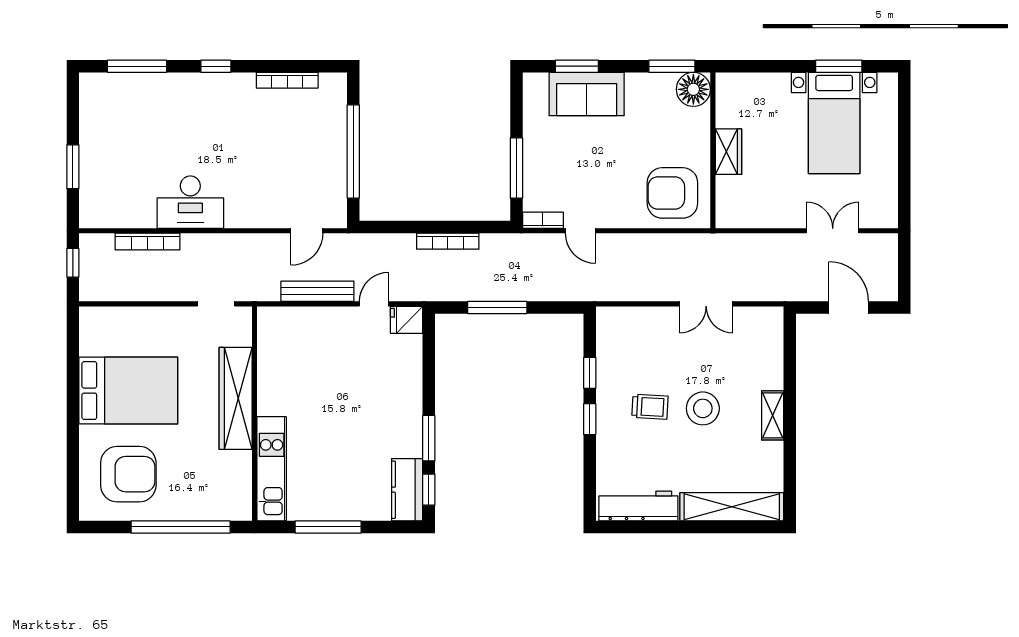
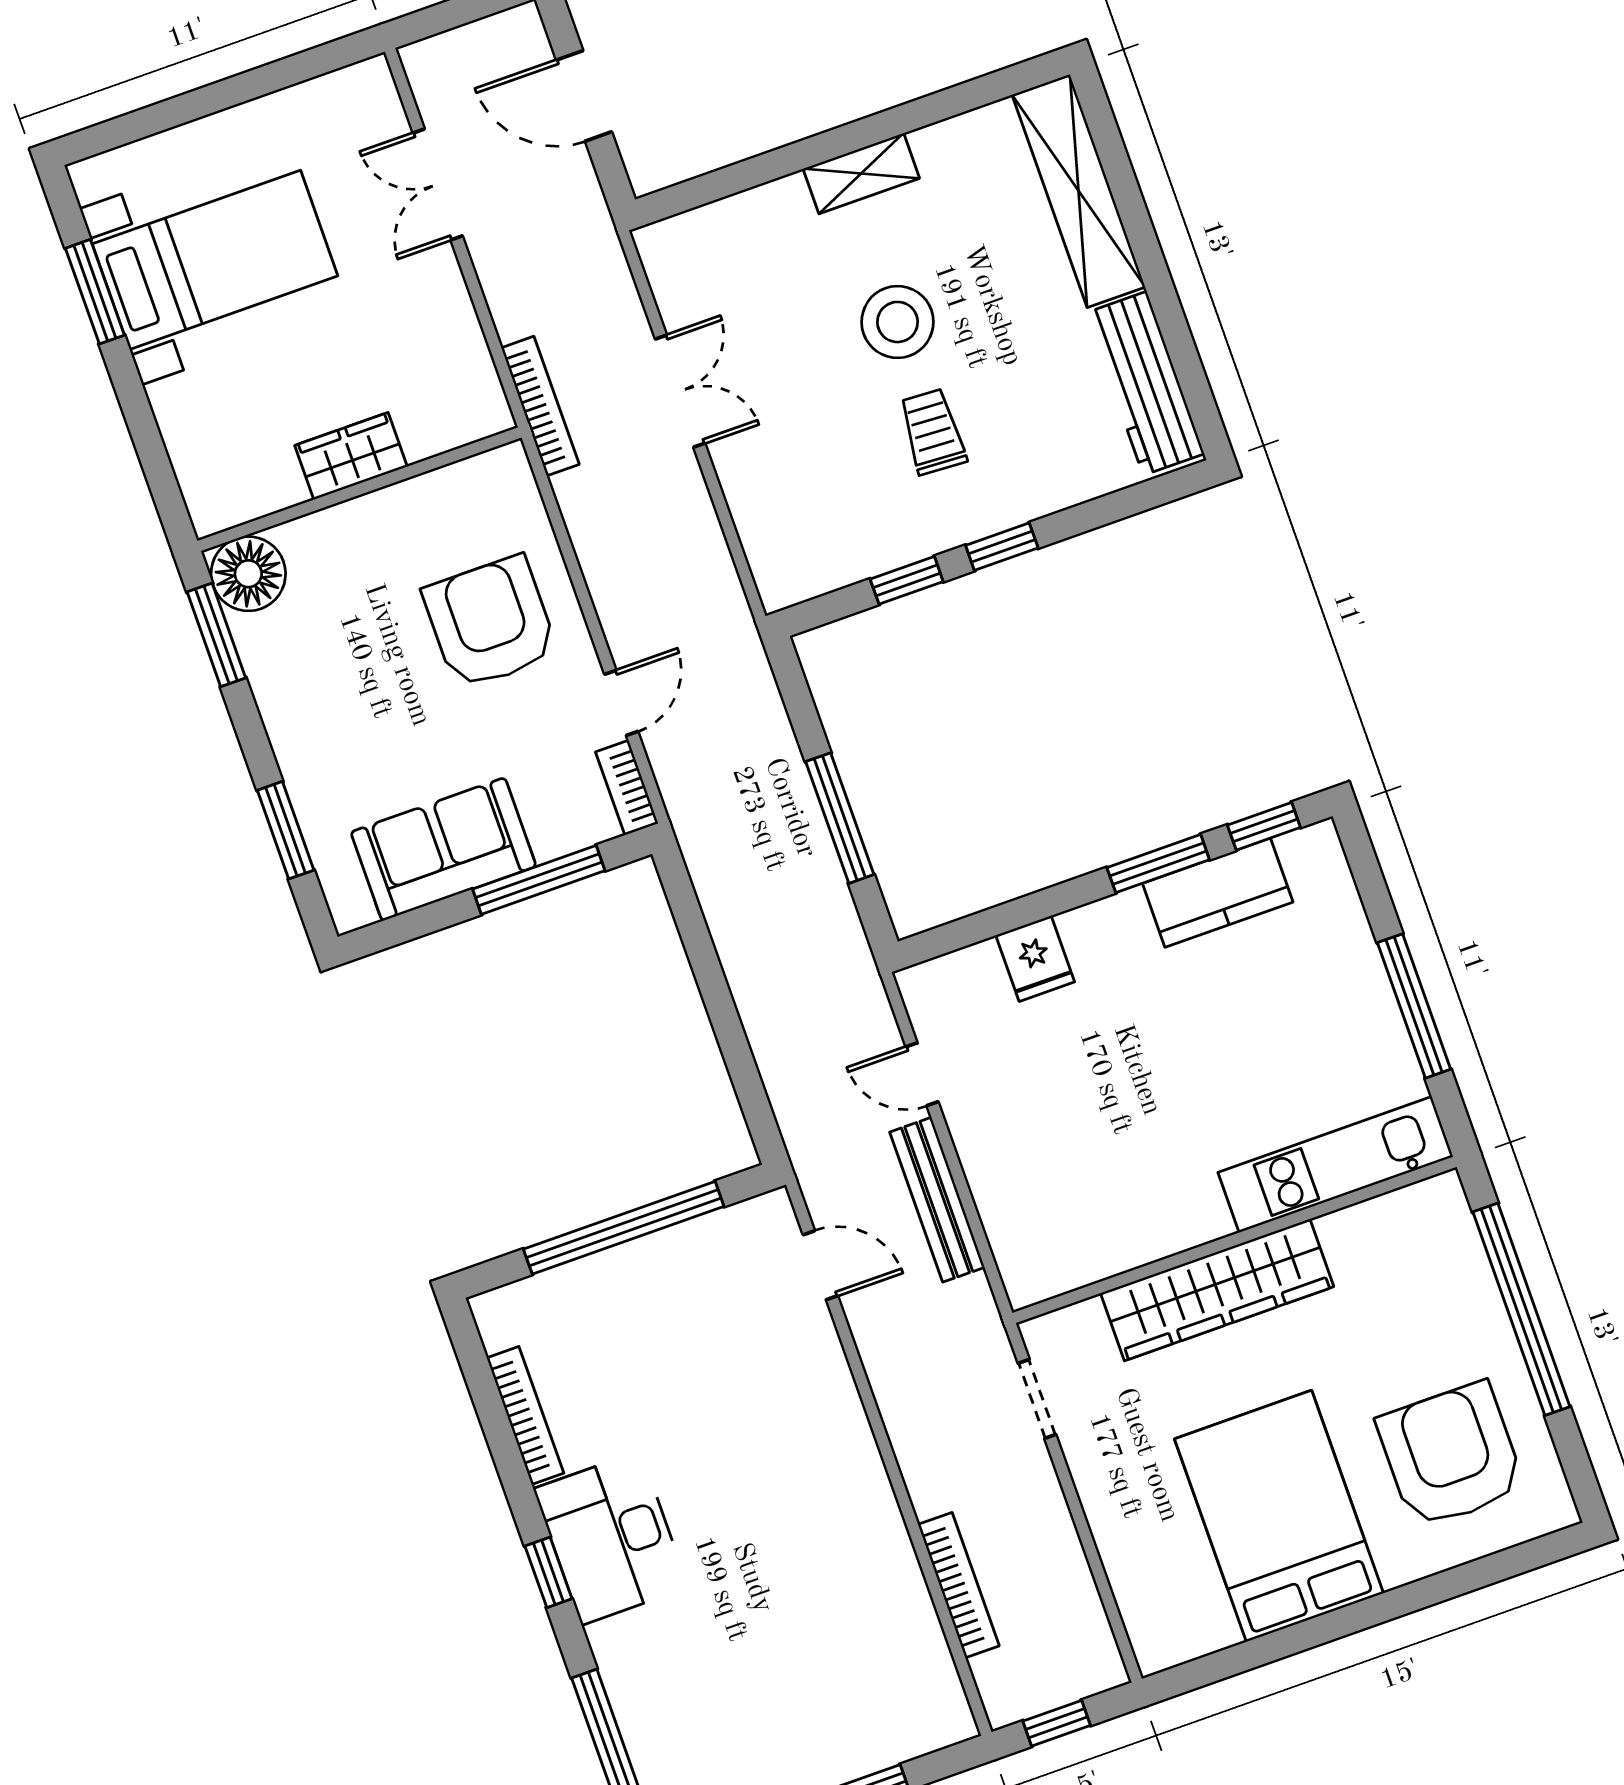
sofa: (587, 94) -> (443, 849), moved, turned -90
armchair: (672, 193) -> (490, 623), moved, turned 180
desk: (190, 202) -> (611, 1538), moved, turned 180
bookcase: (448, 241) -> (540, 406), moved
door: (849, 308) -> (584, 96), hinge flipped
fridge: (407, 320) -> (1035, 959), moved
kitchen counter: (407, 490) -> (1218, 893), moved

